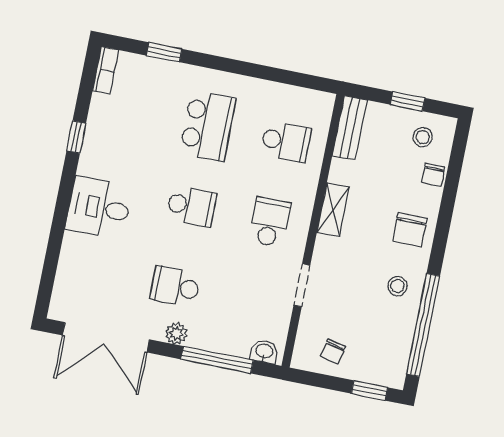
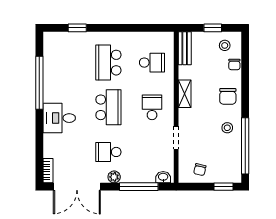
bookcase: (106, 70) -> (48, 171), moved
school desk: (208, 126) -> (108, 63), turned 180
window: (76, 137) -> (39, 83), width x3.17
school desk: (191, 206) -> (108, 107), width x1.85

